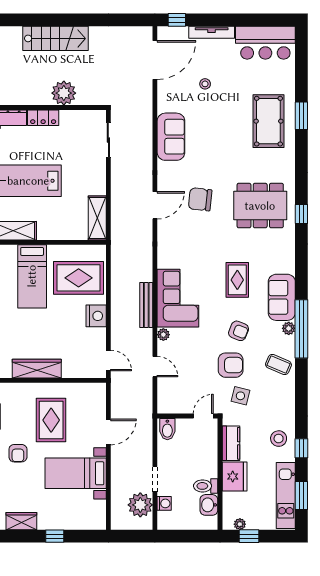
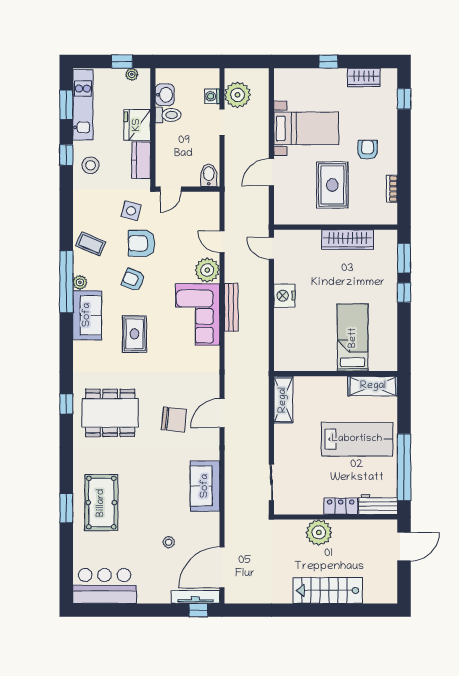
tv unit: (212, 32) -> (195, 597), moved
rug: (79, 278) -> (303, 336), removed
plant: (163, 335) -> (207, 270), width x1.88, depth x1.88

